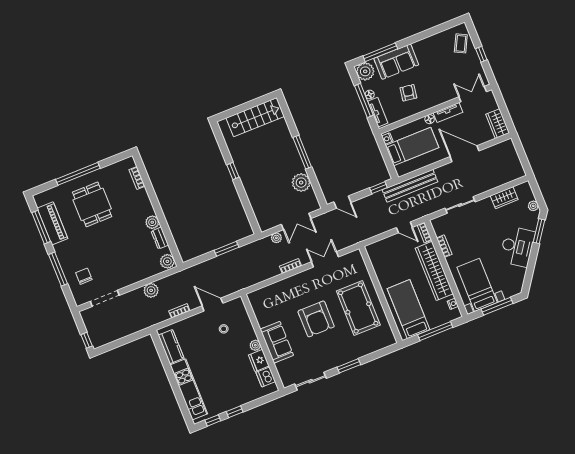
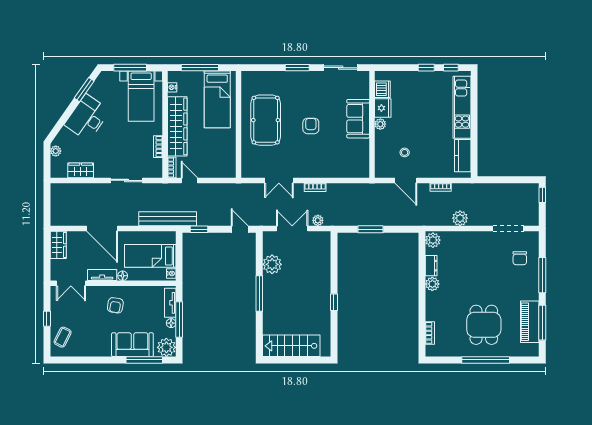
armchair: (408, 93) -> (115, 305), moved
window: (539, 231) -> (84, 90), moved
armchair: (316, 319) -> (311, 126), width x0.53, depth x0.53

